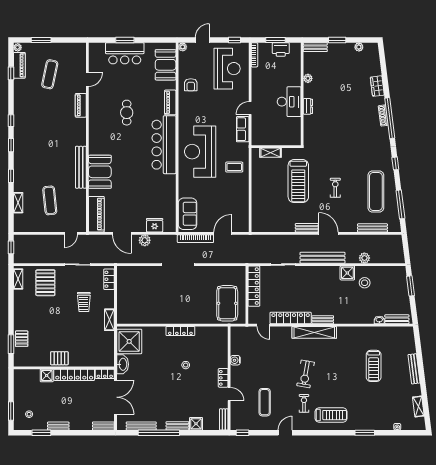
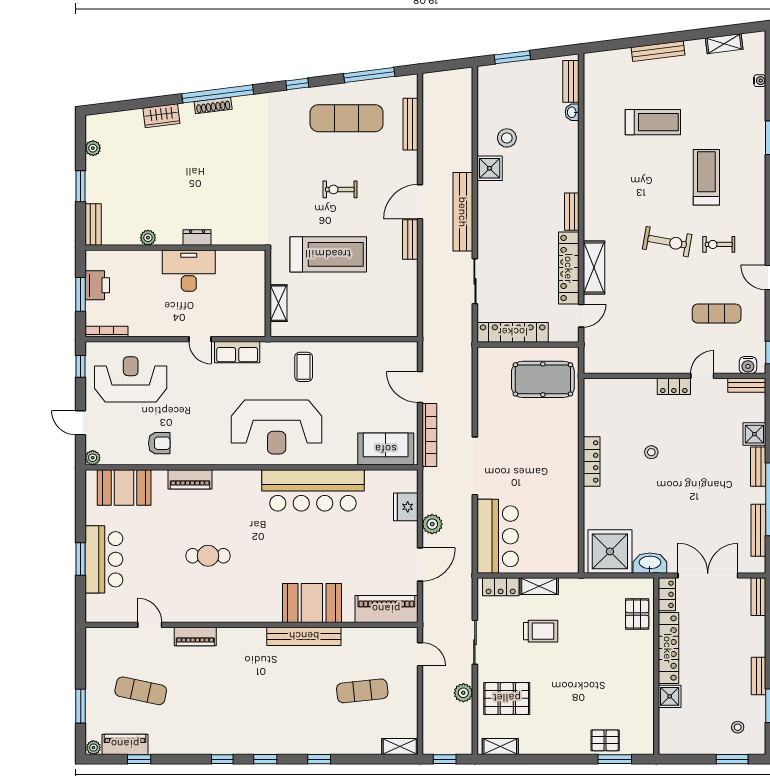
bar counter: (164, 145) -> (313, 490), moved
shelving: (18, 203) -> (400, 746), moved
plant: (364, 258) -> (463, 693), moved
bar counter: (138, 278) -> (498, 536), added
shelving: (109, 320) -> (539, 586), moved
shelving: (314, 332) -> (594, 268), moved, width x0.68
pallet: (59, 358) -> (637, 614), moved
water cooler: (235, 360) -> (748, 365), moved
treadmill: (331, 415) -> (706, 177), moved

